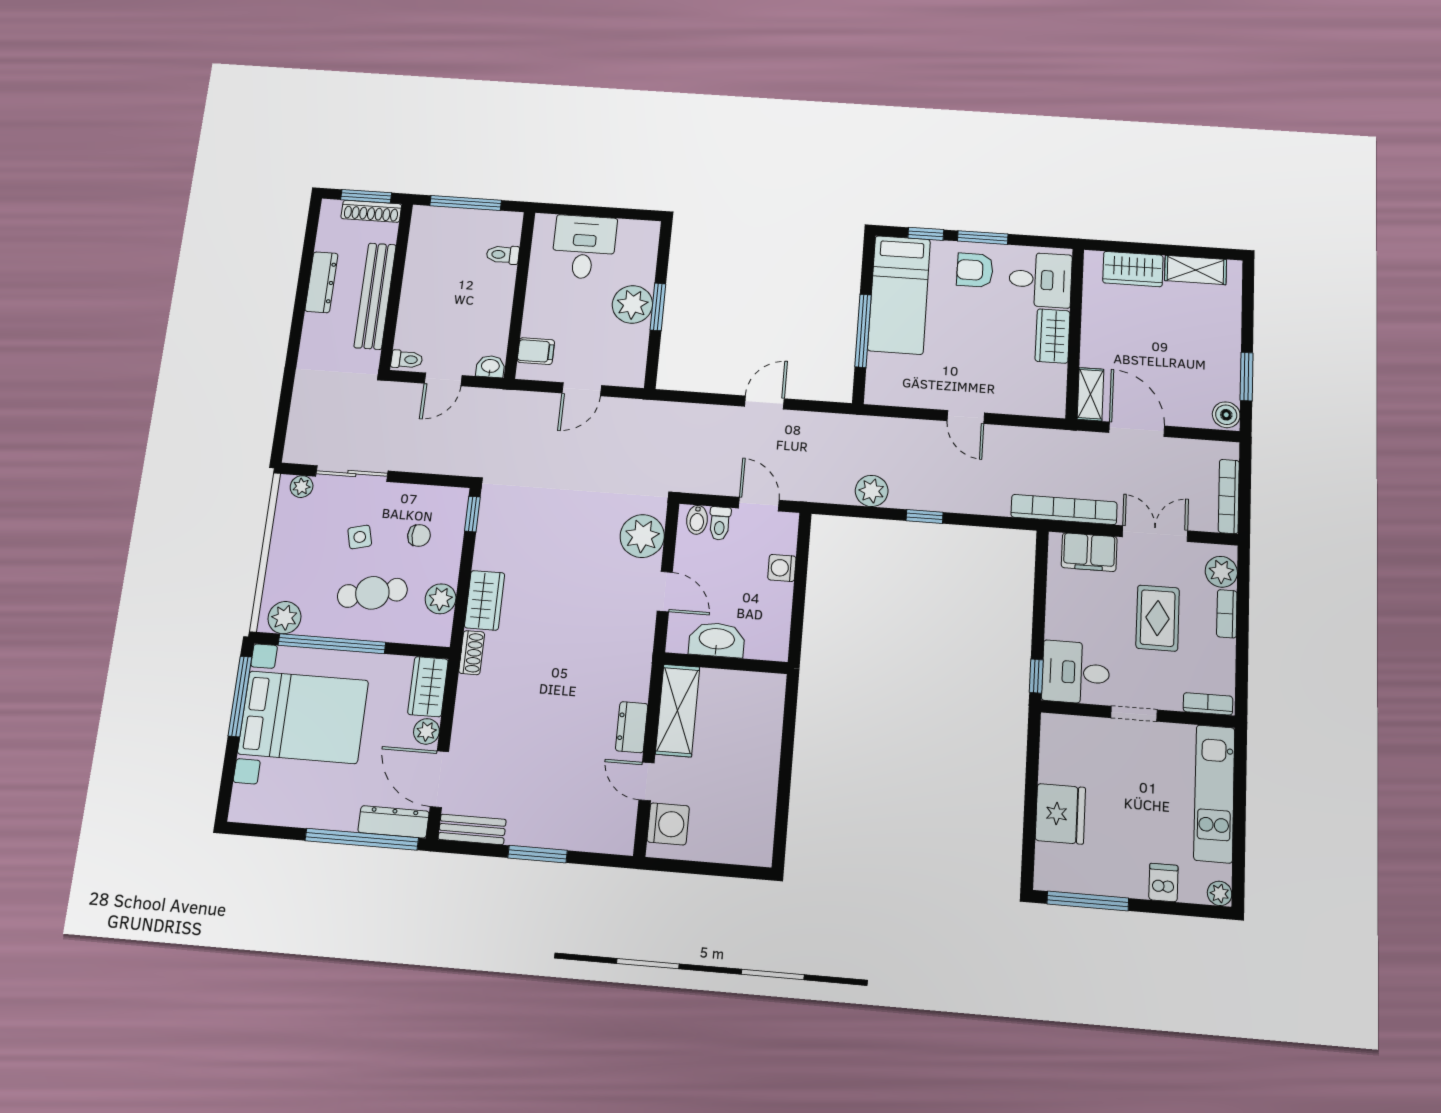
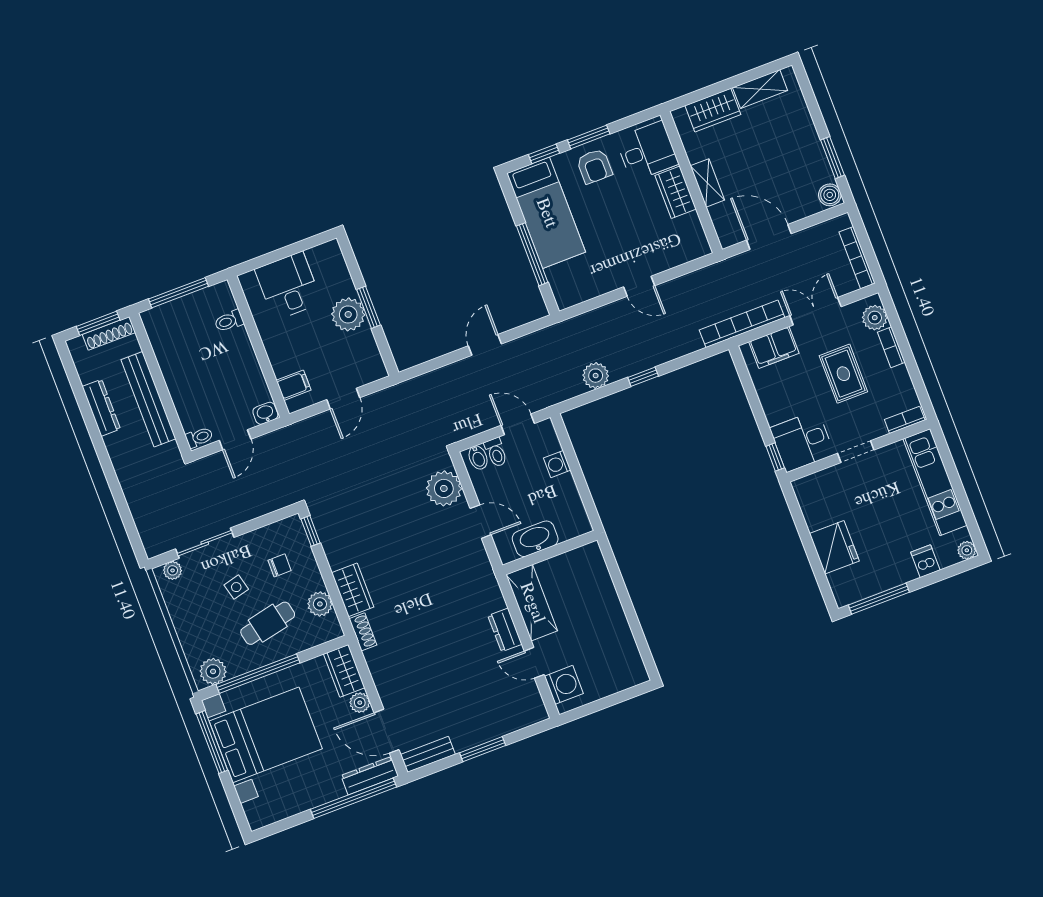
armchair: (975, 270) -> (594, 166), turned -90
shelving: (1090, 394) -> (707, 183), moved

